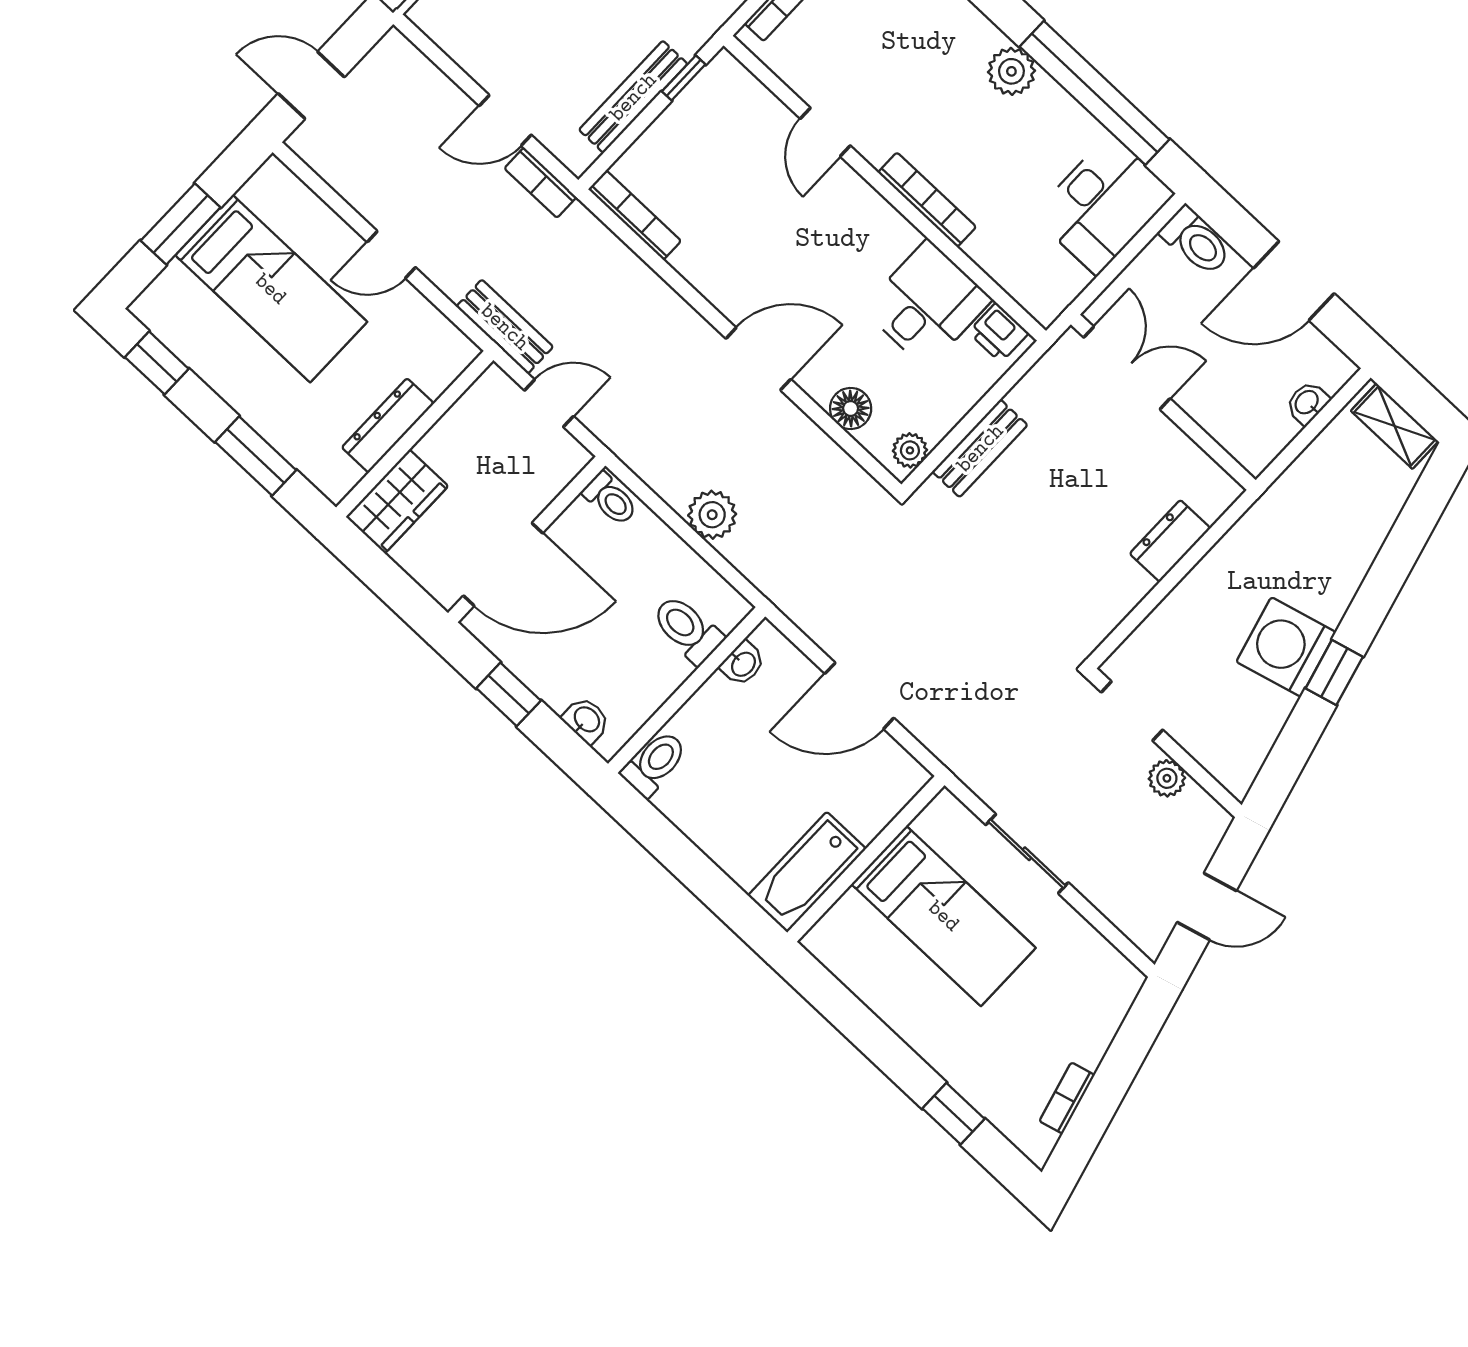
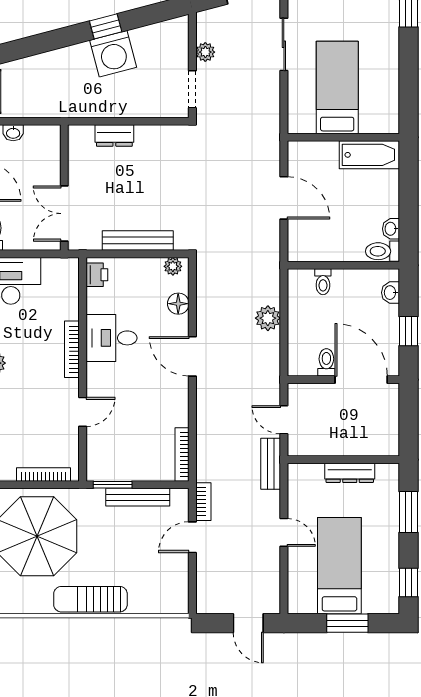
window: (684, 78) -> (113, 485), width x1.50
door: (505, 120) -> (192, 537), swing flipped
desk: (927, 304) -> (111, 338), moved
bench: (980, 448) -> (138, 241), width x1.36
toilet: (610, 499) -> (326, 362), moved
wardrobe: (397, 501) -> (375, 442), removed
toilet: (687, 629) -> (323, 282), width x0.73, depth x0.72
washbasin: (743, 664) -> (391, 229), moved, turned -90
sliding door: (1027, 854) -> (284, 44), moved

